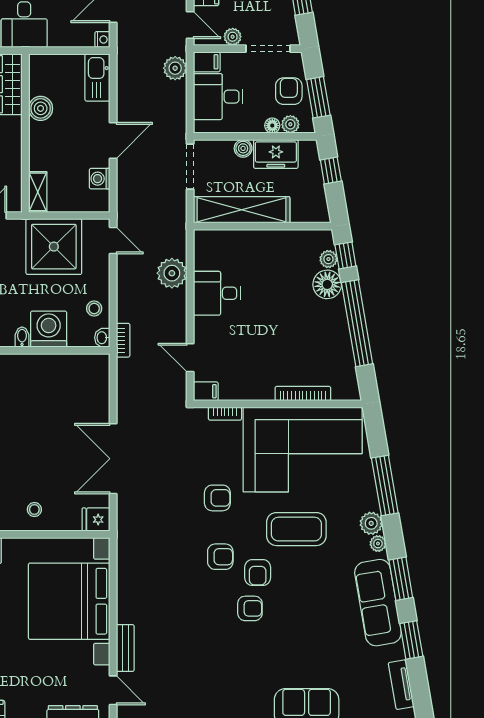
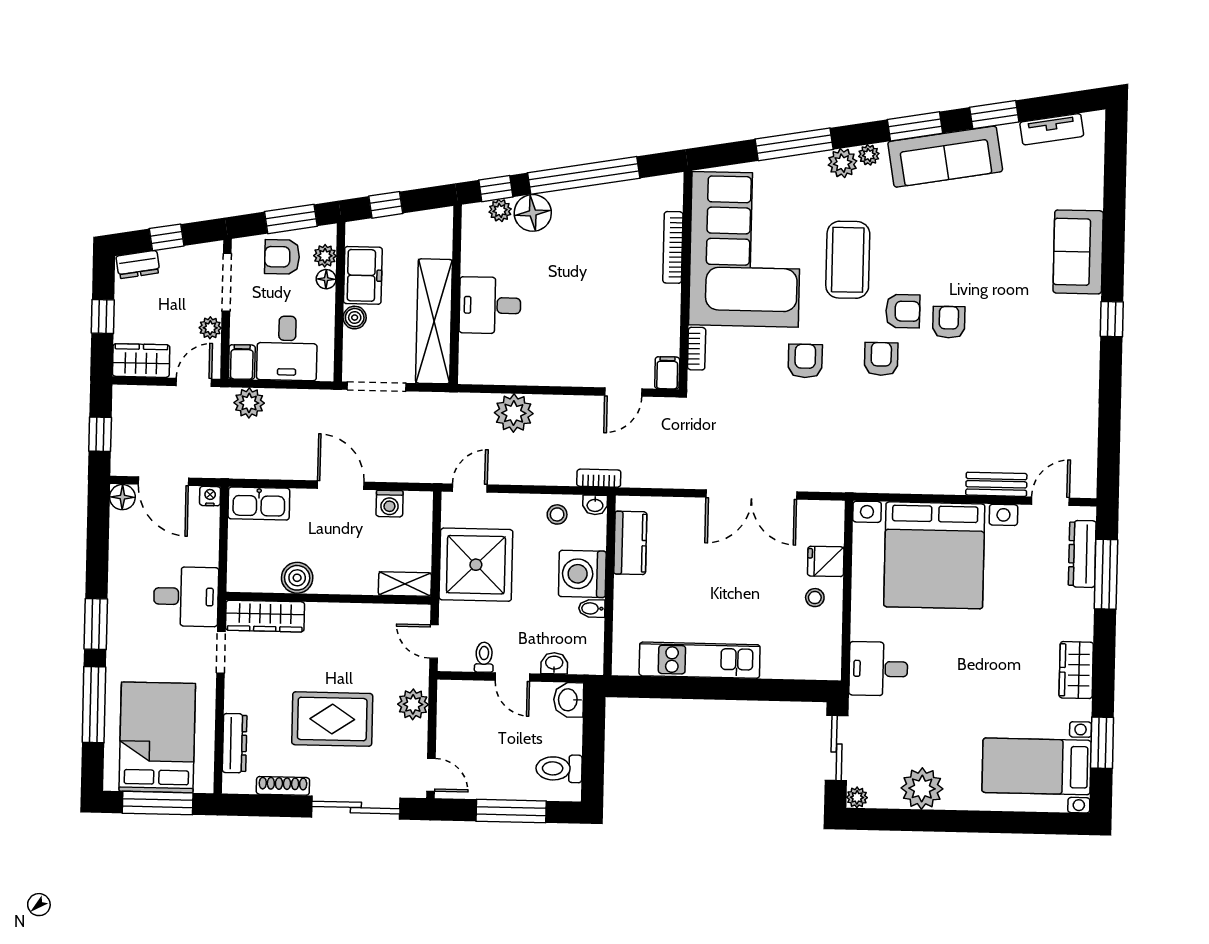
desk: (217, 293) -> (490, 305), moved, turned 90
kitchen counter: (73, 366) -> (630, 543), added
fridge: (96, 520) -> (826, 561), moved, turned 90

